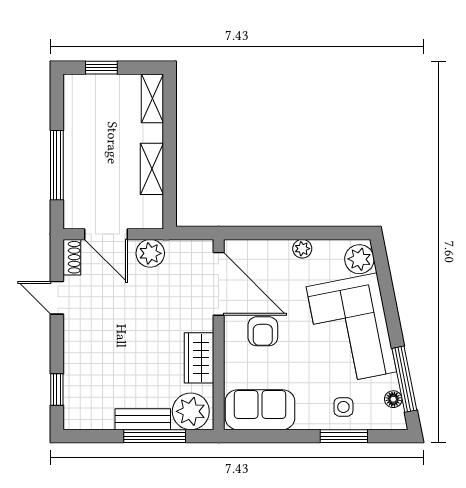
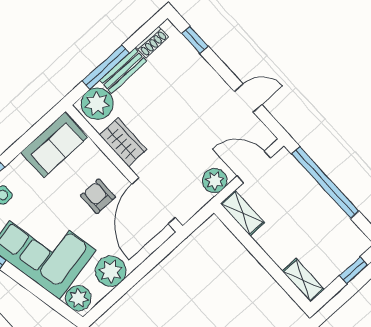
window: (57, 165) -> (325, 182), width x1.46
shelving: (152, 169) -> (242, 213), moved
plant: (302, 249) -> (111, 271), width x1.88, depth x1.88
shoe rack: (72, 257) -> (152, 42), moved, turned -90
door: (219, 284) -> (154, 201), hinge flipped

